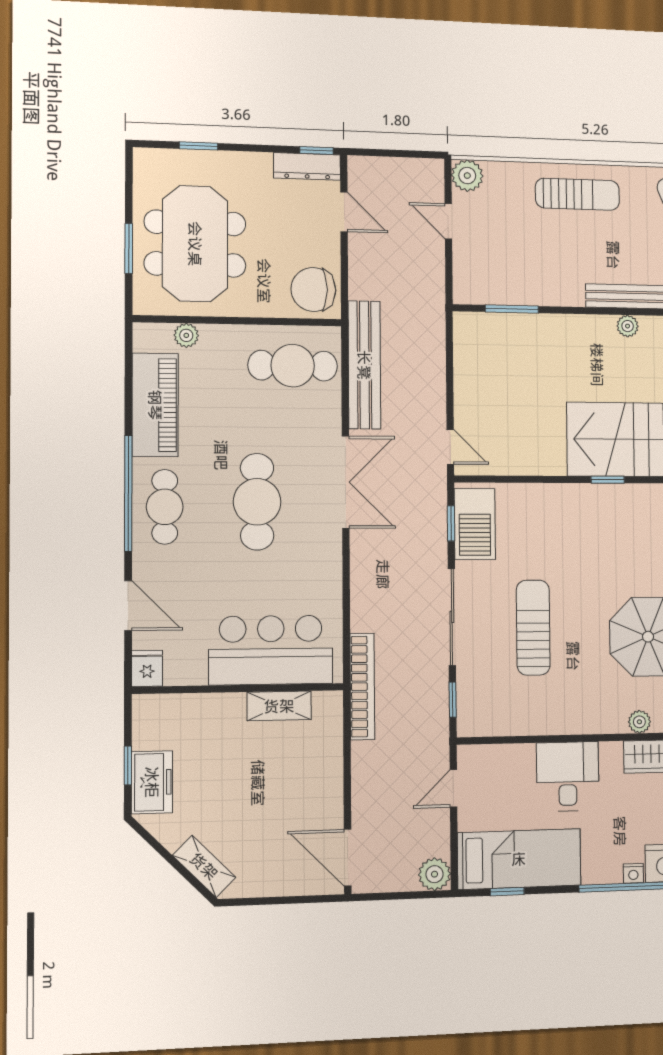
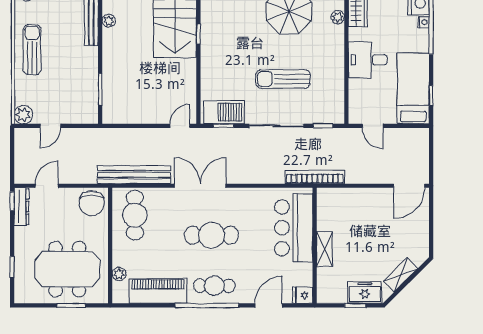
shelving: (279, 706) -> (325, 249), moved
shelving: (204, 866) -> (401, 275), moved
plant: (435, 874) -> (420, 137), removed

